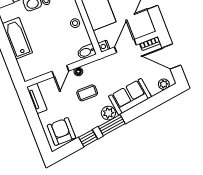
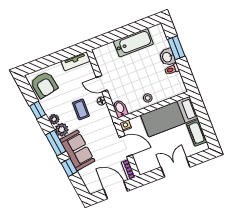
door: (171, 56) -> (116, 190), hinge flipped
plant: (164, 84) -> (54, 119), moved
window: (148, 105) -> (69, 167), added
window: (112, 125) -> (56, 143), moved
armchair: (61, 131) -> (44, 85), turned 79

